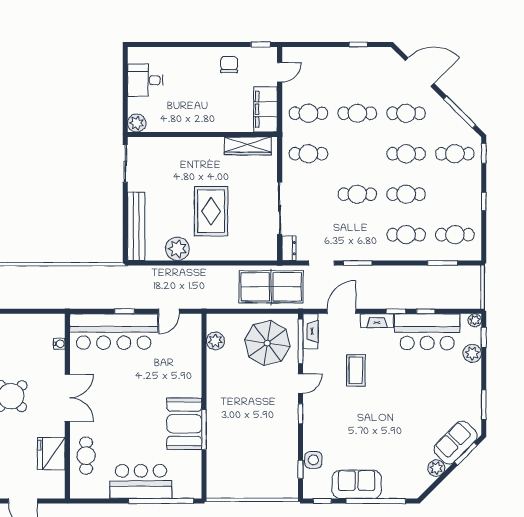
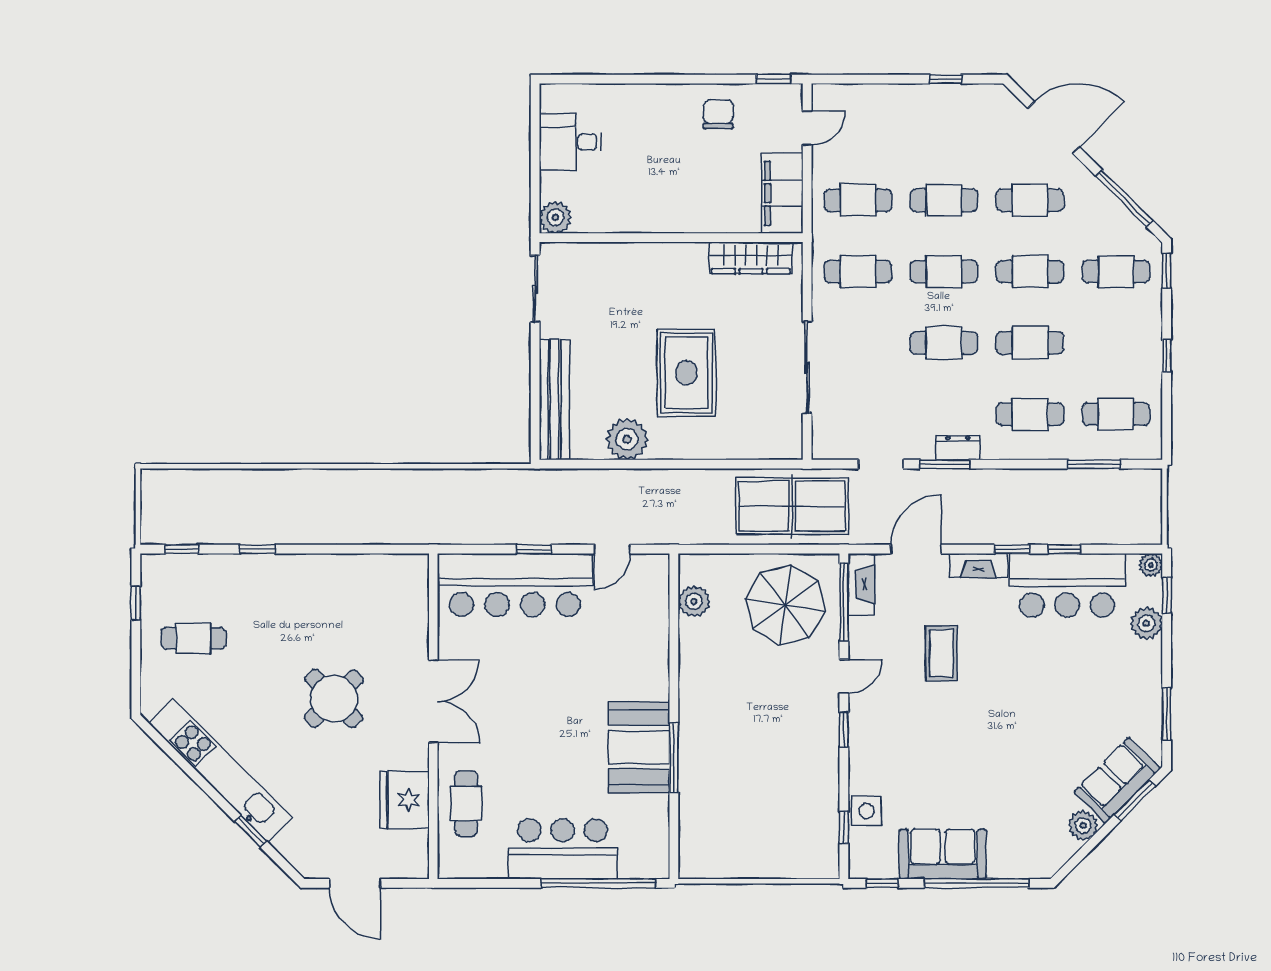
cafe table: (357, 154) -> (944, 272), added
dresser: (289, 248) -> (958, 448), moved, turned -90
water cooler: (59, 344) -> (419, 606), removed

